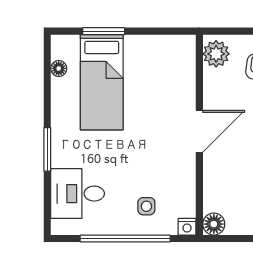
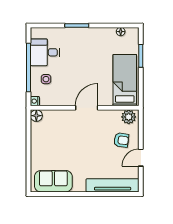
bed: (102, 82) -> (125, 80), moved, turned 90
door: (199, 131) -> (87, 108), swing flipped
desk: (78, 194) -> (45, 52), moved, turned -90

